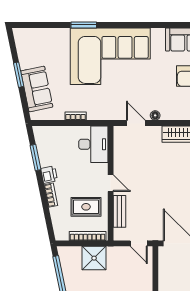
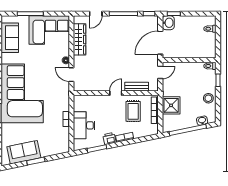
sofa: (37, 89) -> (24, 152), moved
door: (136, 123) -> (71, 75), hinge flipped
desk: (93, 144) -> (84, 125), moved, turned -90

